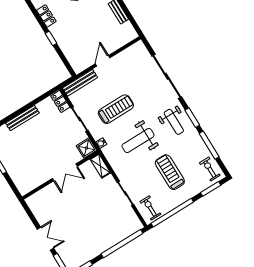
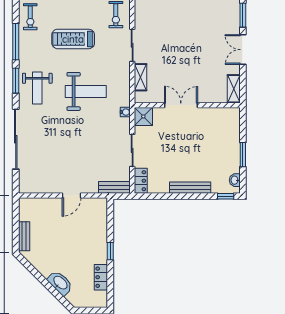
bench: (80, 83) -> (114, 187), width x0.73
treadmill: (116, 109) -> (89, 138), removed
weight bench: (174, 122) -> (37, 88), turned 180
shelving: (100, 166) -> (140, 77), moved
treadmill: (170, 172) -> (73, 39), turned 90
shelving: (35, 207) -> (234, 89), added

